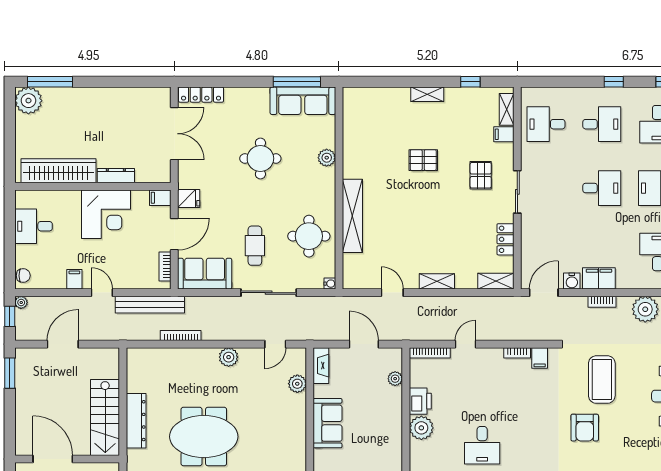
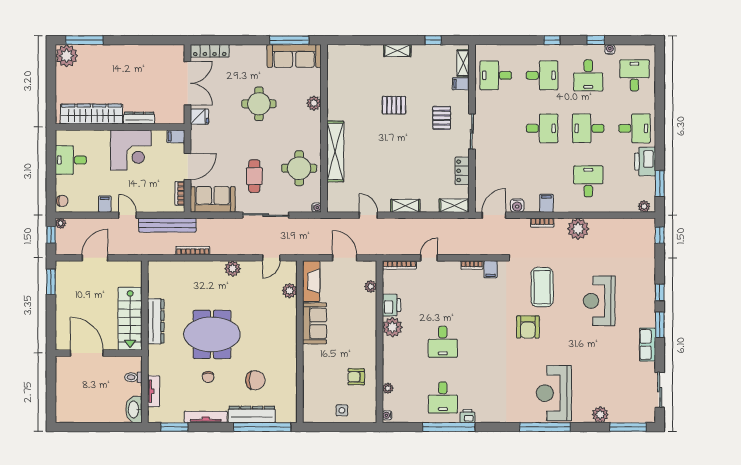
fridge: (189, 198) -> (199, 117), moved
filing cabinet: (599, 278) -> (546, 203), width x0.50
fireplace: (321, 366) -> (311, 281), width x1.37, depth x1.32

